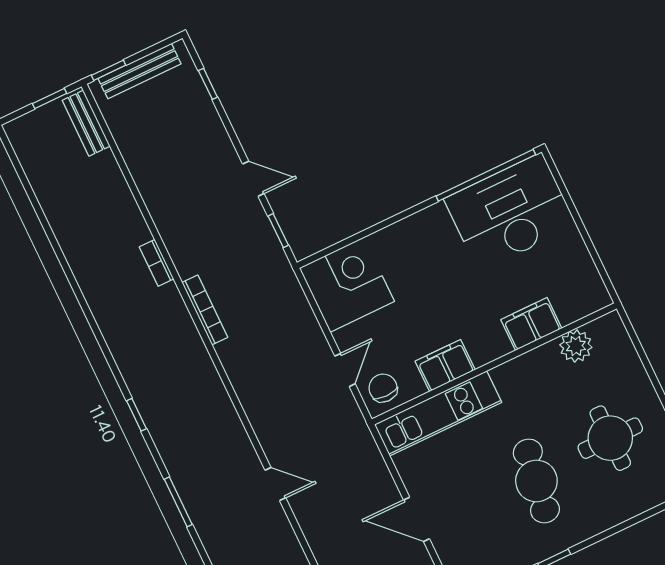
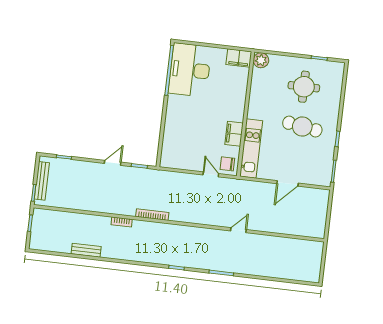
bench: (86, 123) -> (86, 250), moved
corner desk: (347, 285) -> (178, 152), removed
filing cabinet: (531, 324) -> (239, 58), moved, turned -90
plant: (576, 346) -> (261, 60), moved

